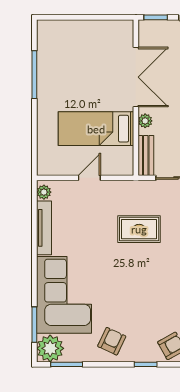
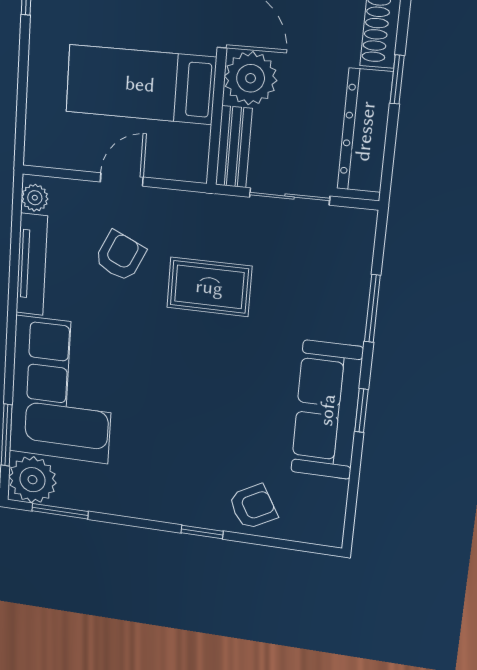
plant: (145, 121) -> (251, 78), width x1.87, depth x1.87
armchair: (112, 341) -> (120, 256), moved

